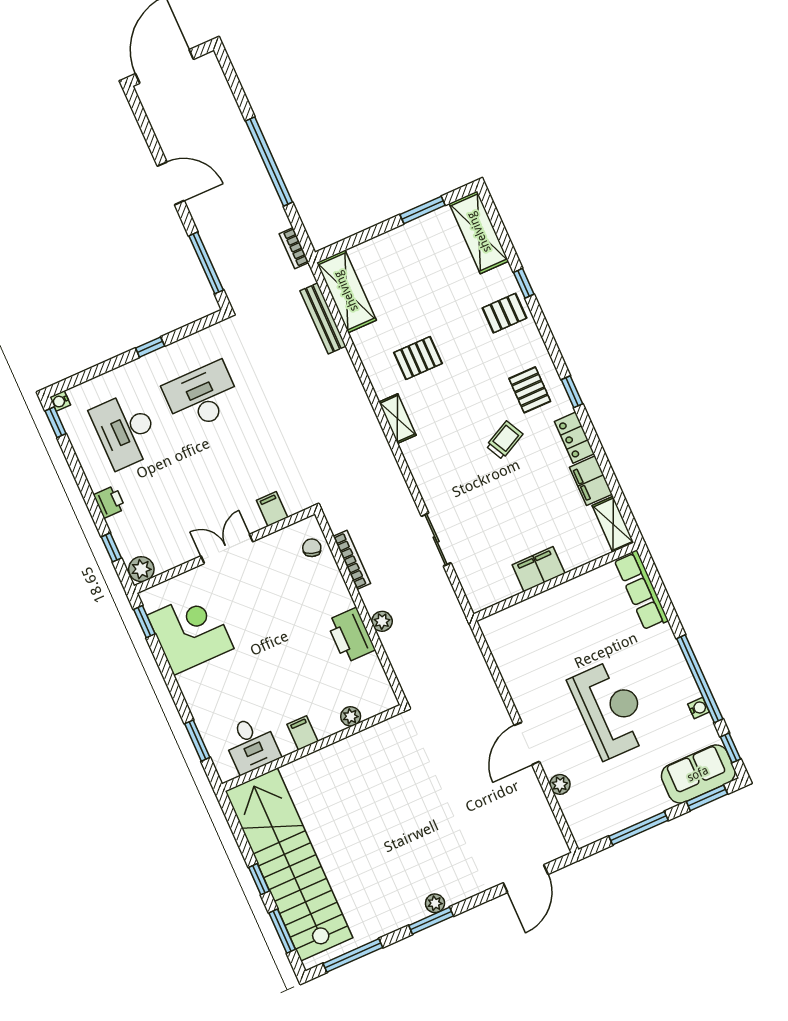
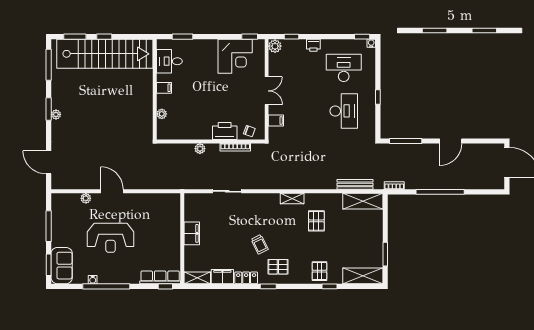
printer: (351, 635) -> (225, 131), moved
window: (731, 748) -> (165, 286), moved

